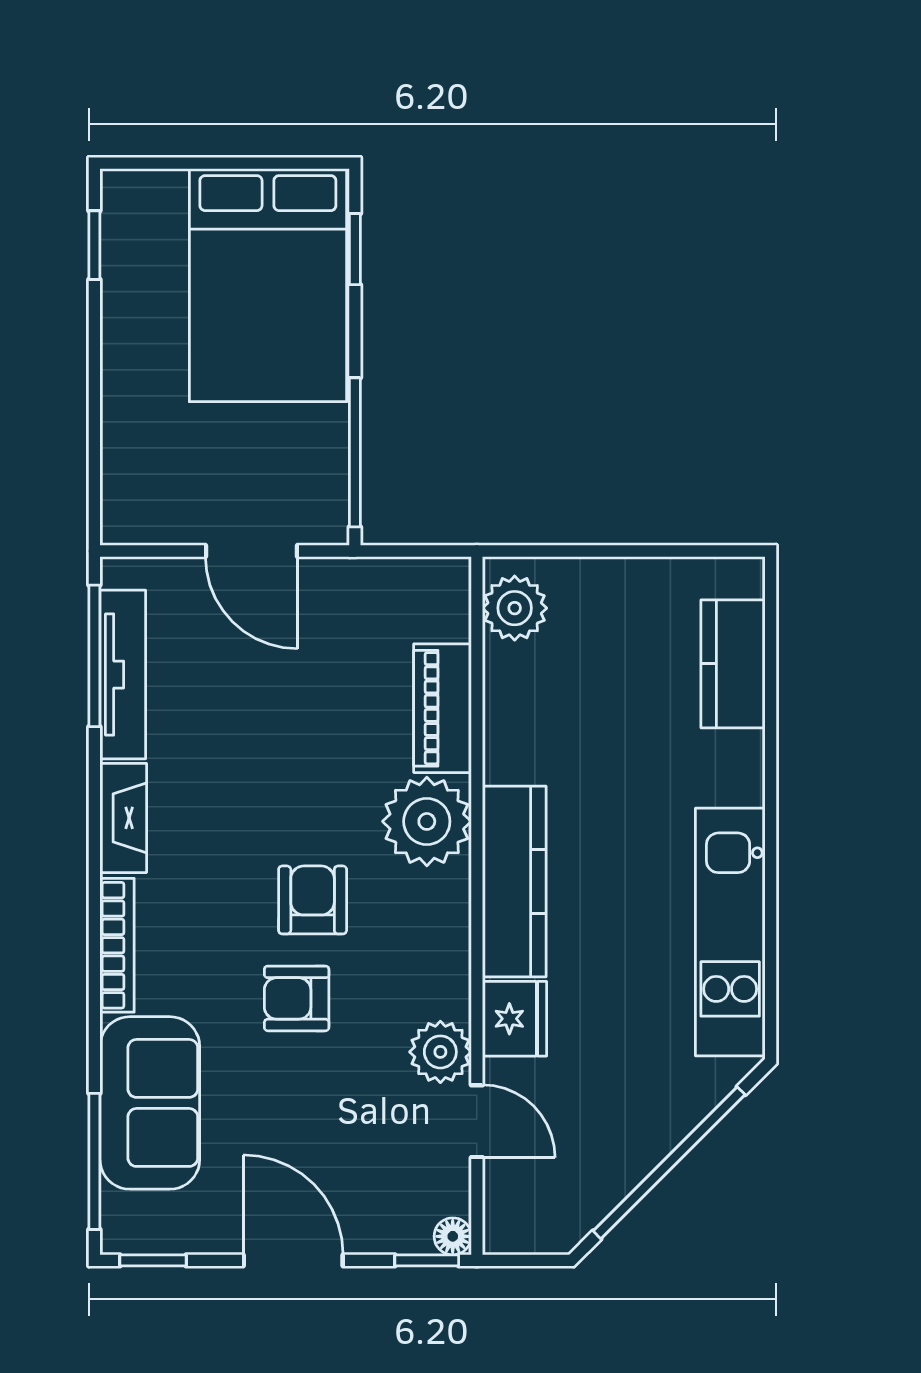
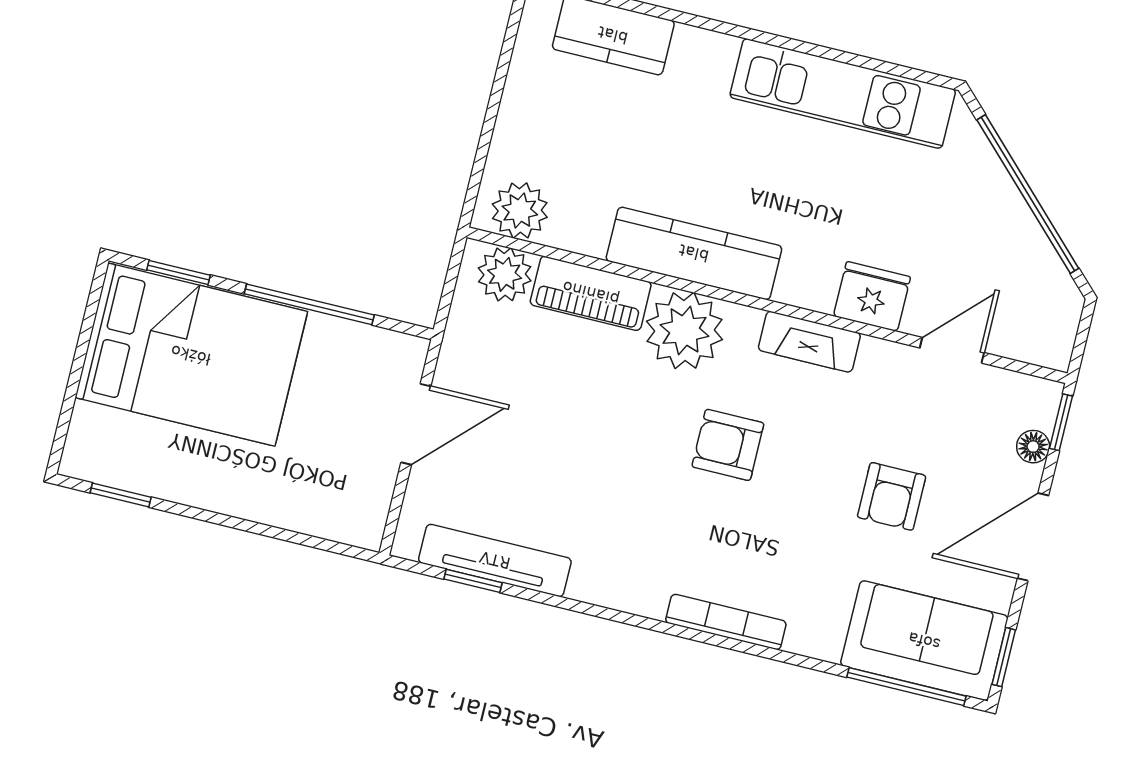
window: (355, 452) -> (309, 304), moved
window: (94, 656) -> (473, 581), width x0.46
fireplace: (123, 818) -> (809, 342), moved, turned 180
kitchen counter: (514, 882) -> (694, 253), moved
armchair: (297, 998) -> (892, 496), moved
plant: (440, 1052) -> (505, 274), moved
sofa: (150, 1103) -> (924, 641), moved
floor lamp: (453, 1236) -> (1033, 447), moved

